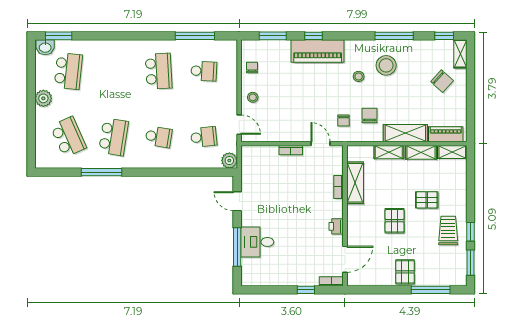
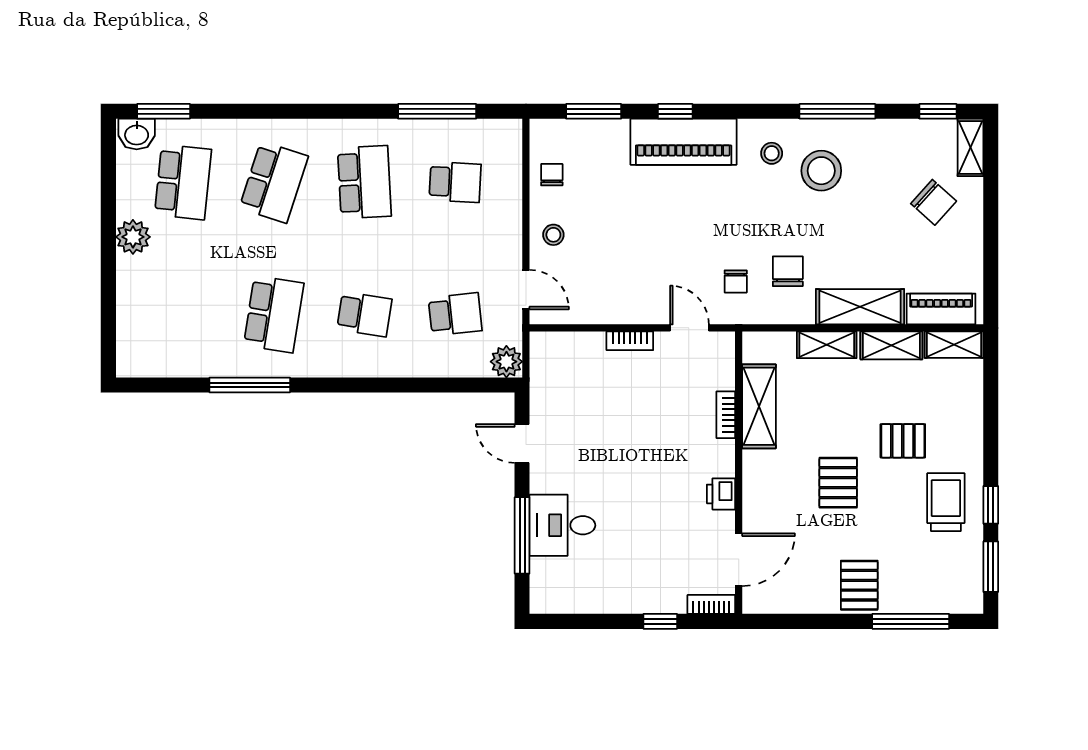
stool: (359, 76) -> (772, 153), moved
school desk: (68, 137) -> (274, 182), moved, turned 42

